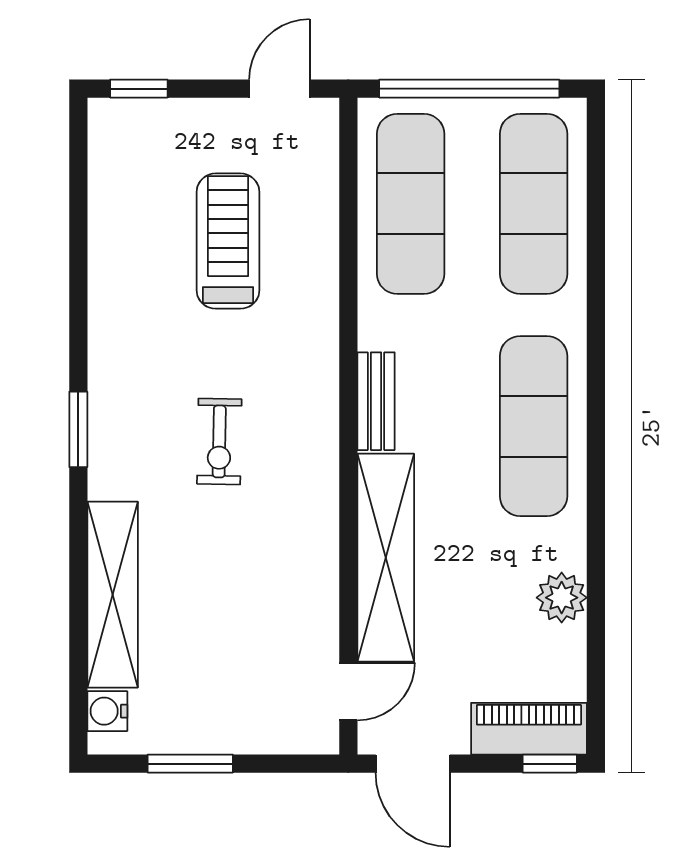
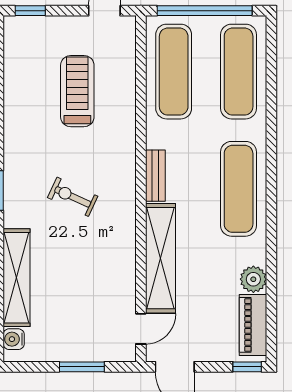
exercise bike: (219, 441) -> (73, 197), turned 114
piano: (529, 729) -> (253, 325), moved, turned -90
window: (190, 764) -> (82, 367), moved

